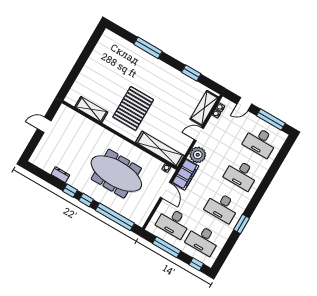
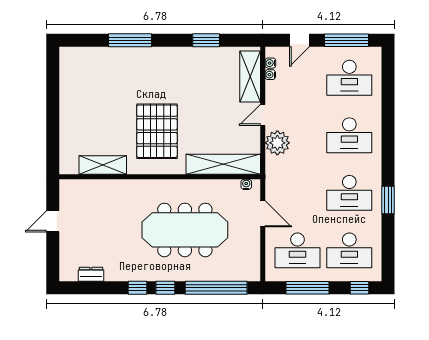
filing cabinet: (185, 174) -> (276, 178), removed
dresser: (60, 175) -> (91, 274), moved

